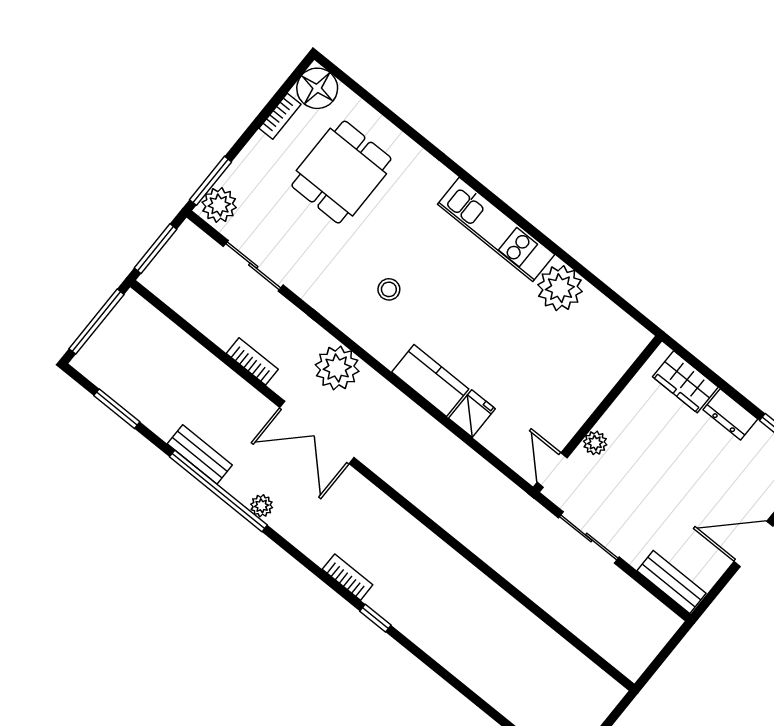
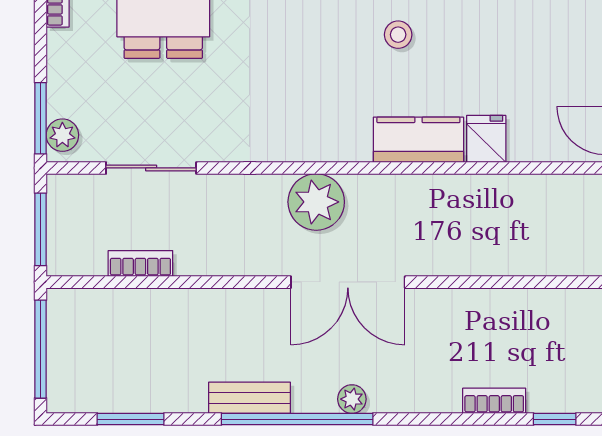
plant: (219, 205) -> (62, 135), width x0.73, depth x0.73
stool: (389, 289) -> (398, 35), moved
bookcase: (252, 361) -> (140, 263), moved

